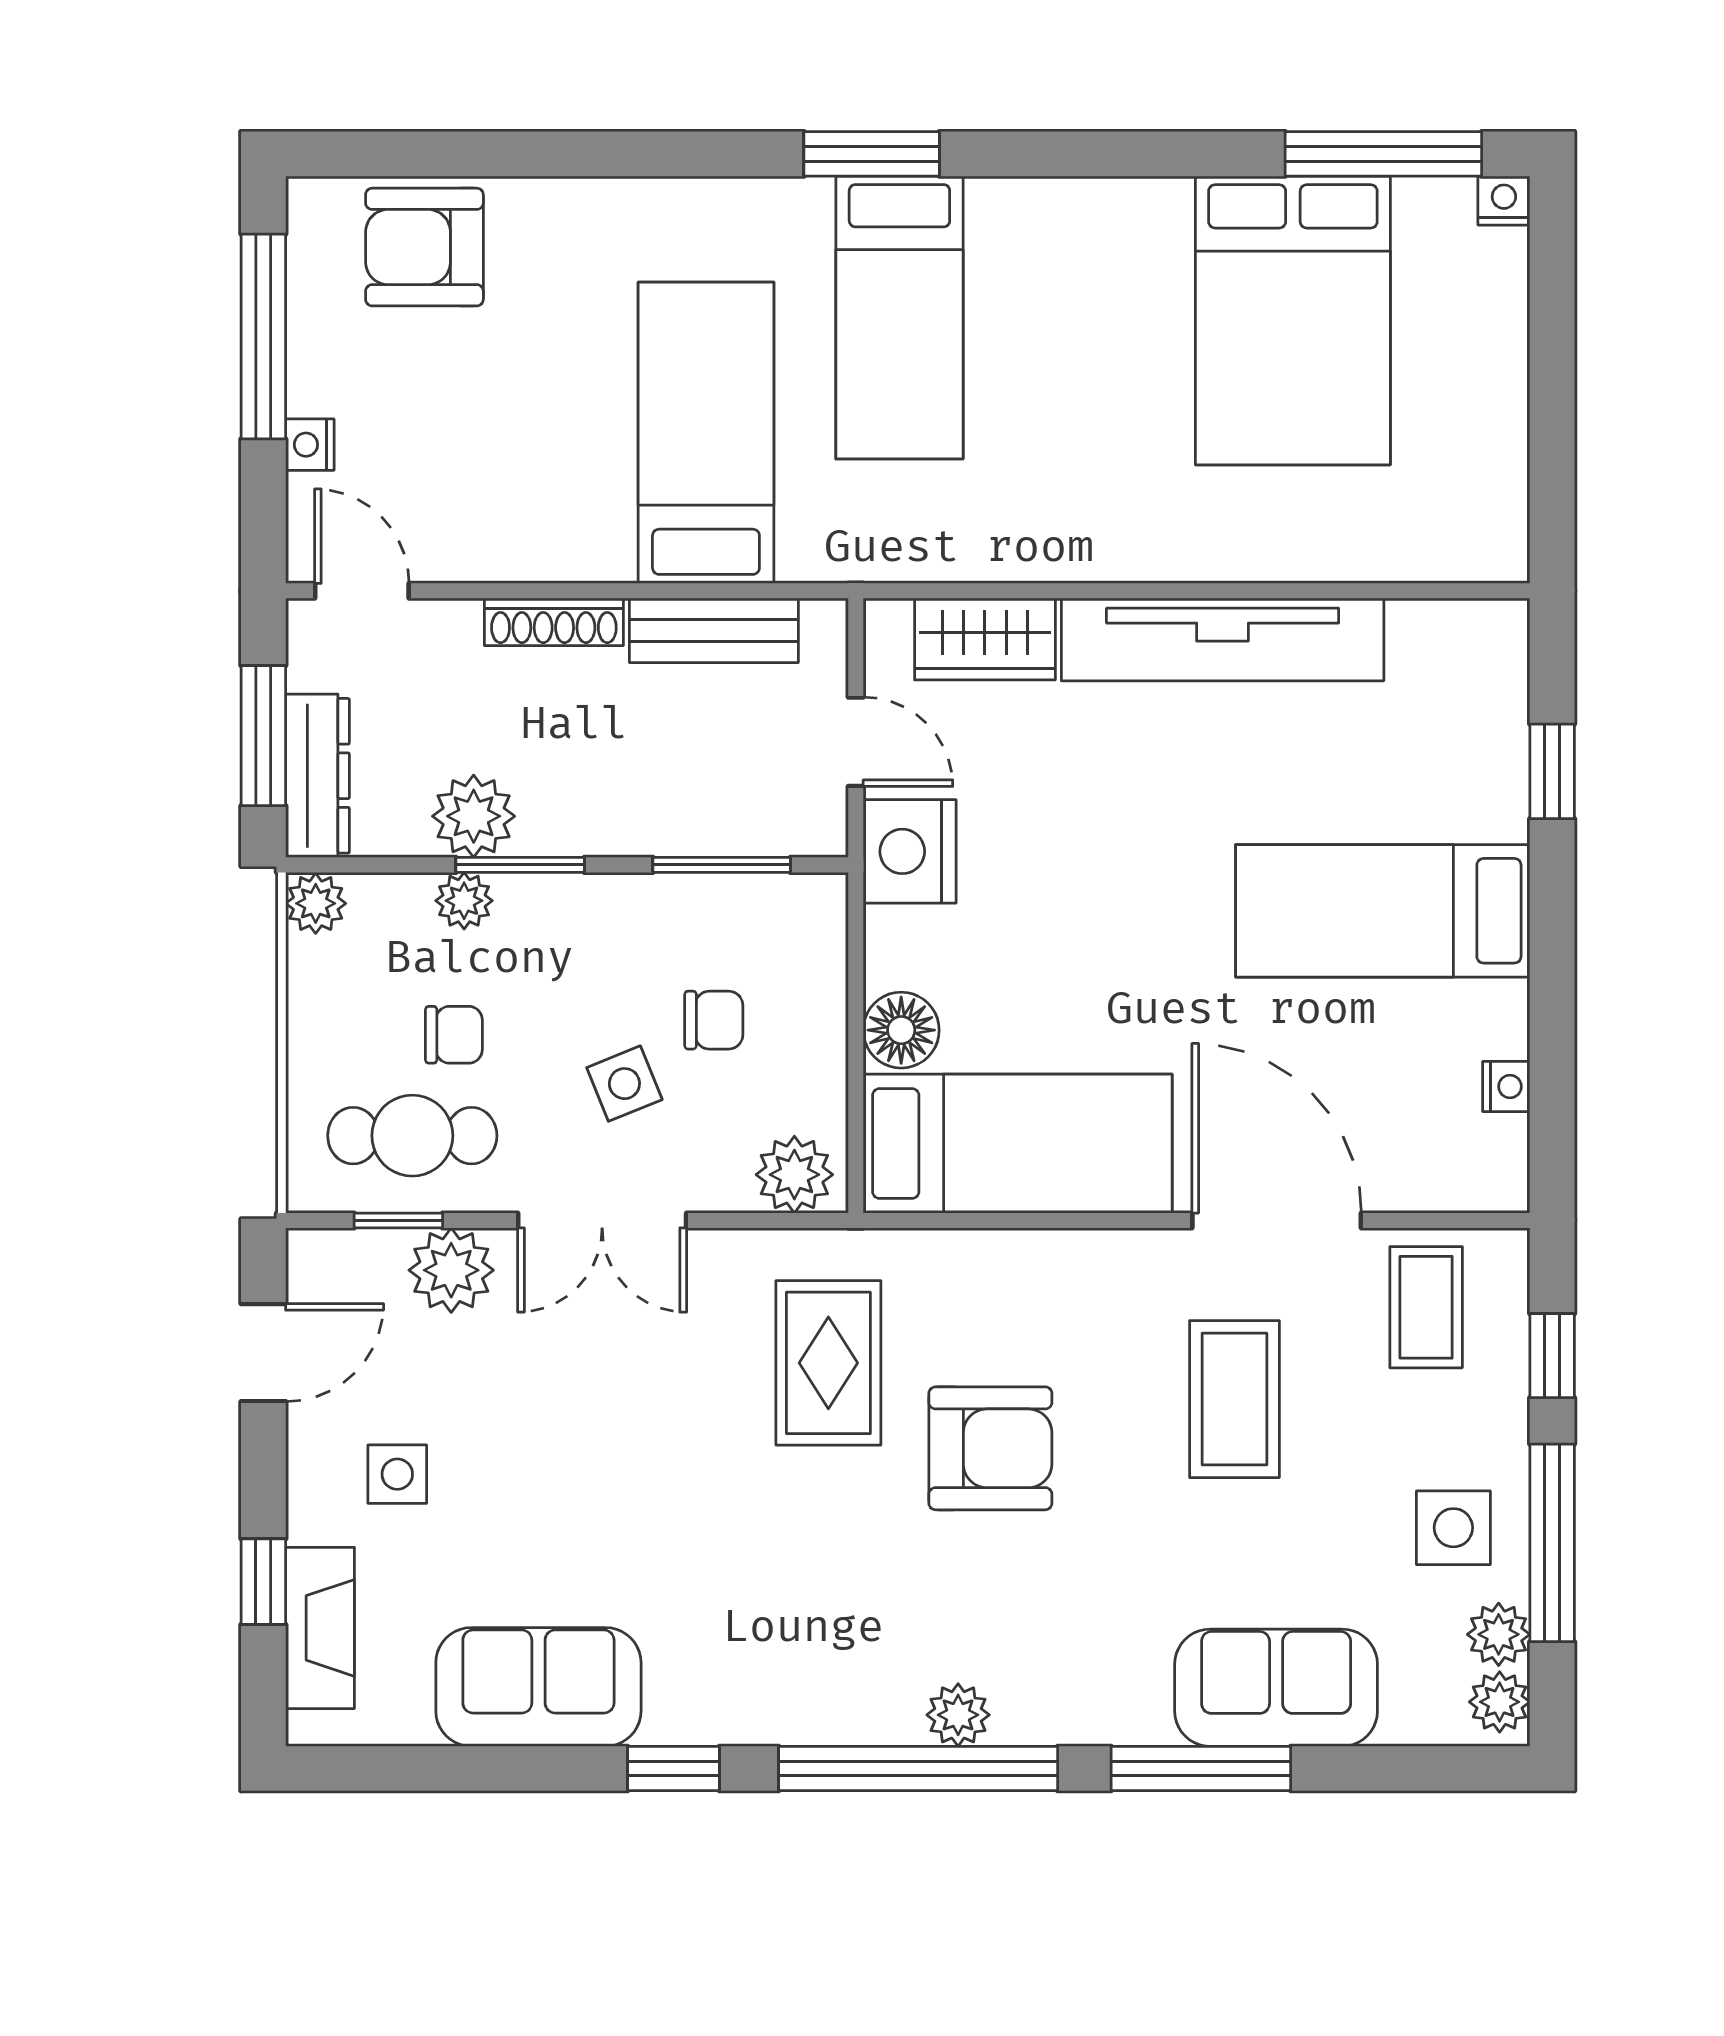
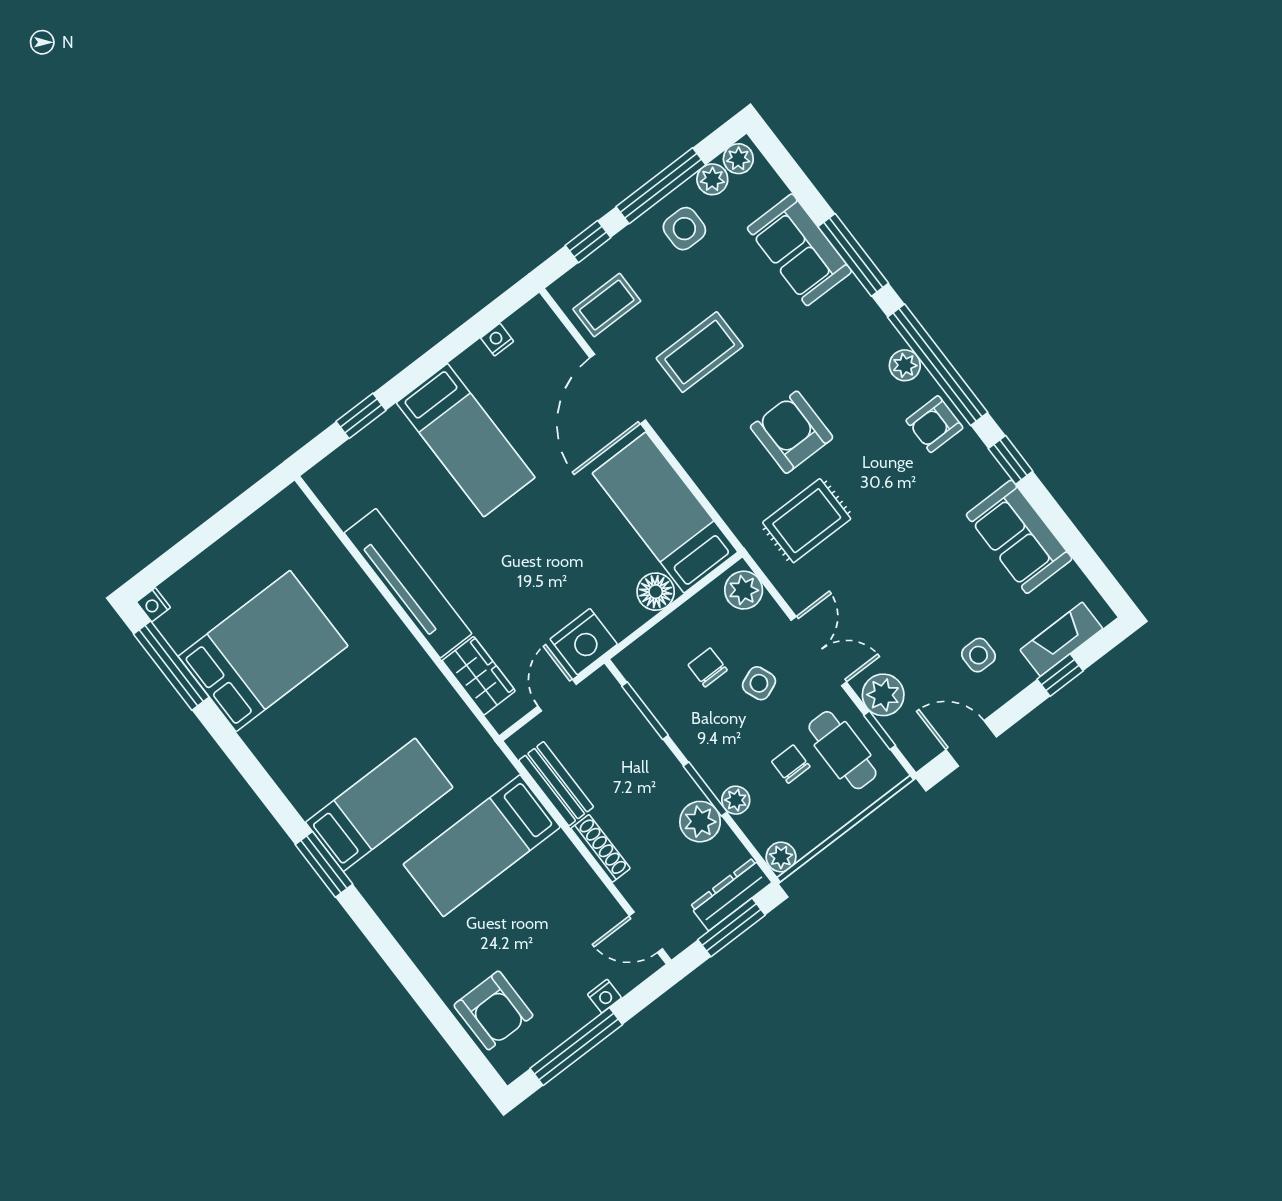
door: (362, 591) -> (646, 932), hinge flipped
armchair: (826, 1690) -> (934, 424), added

